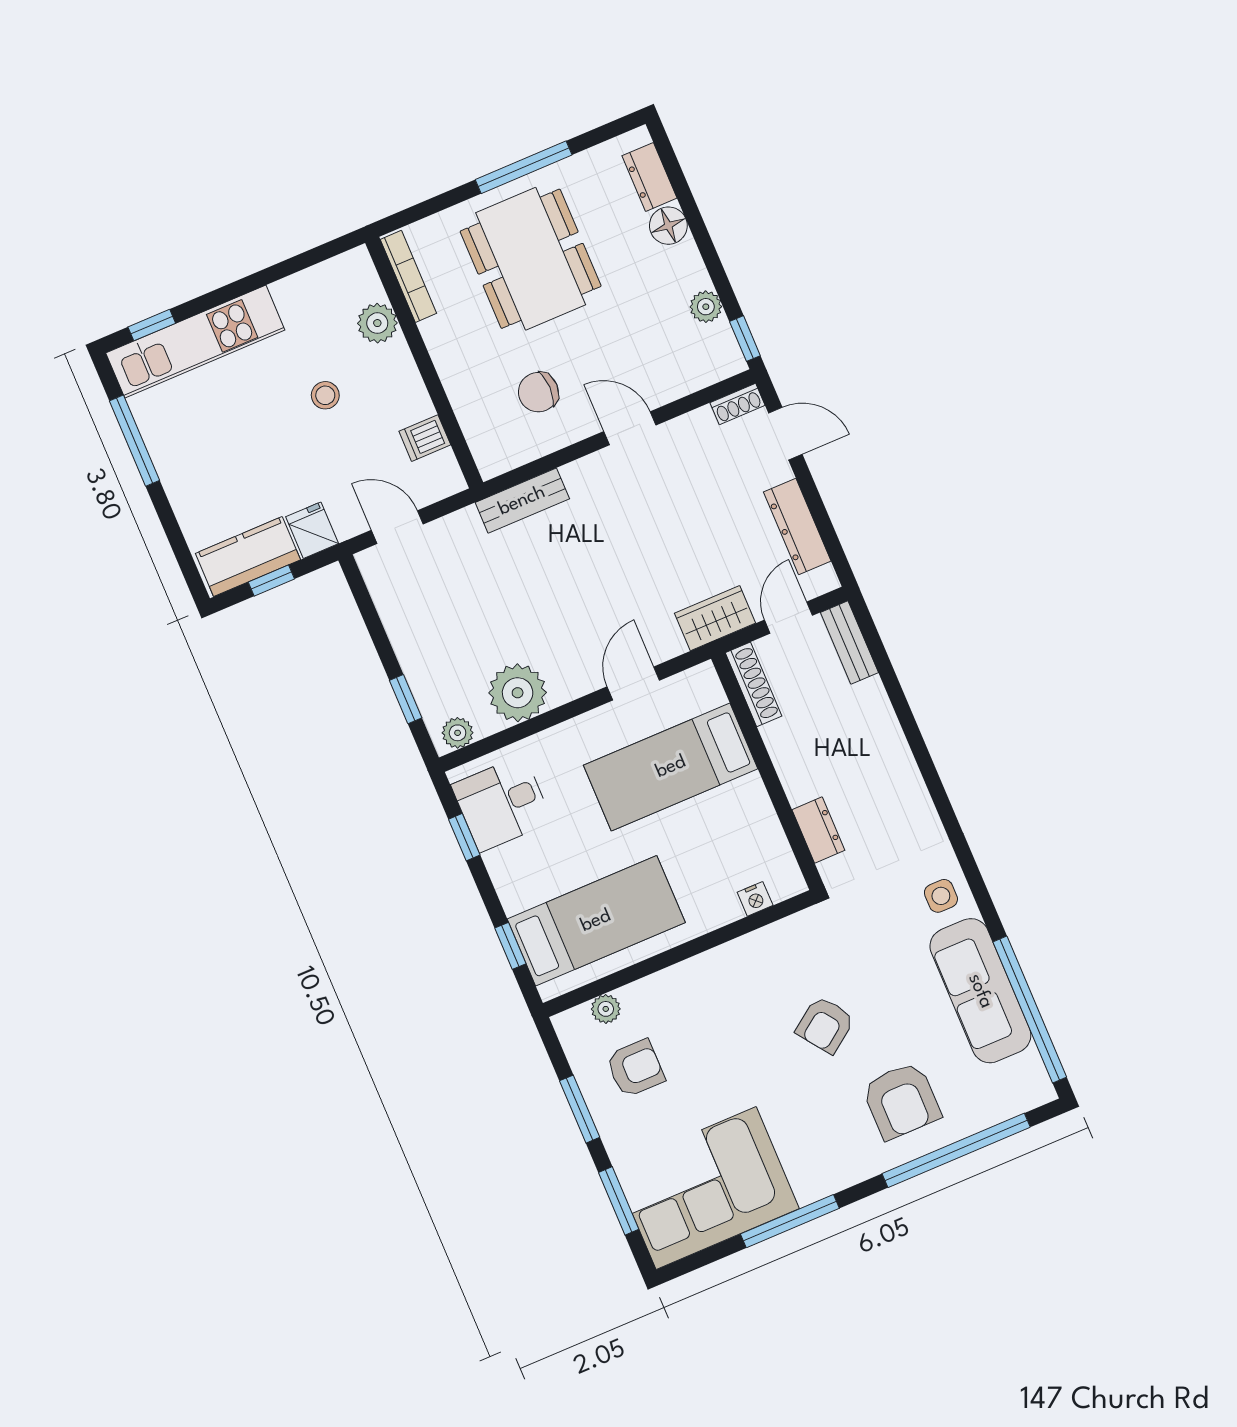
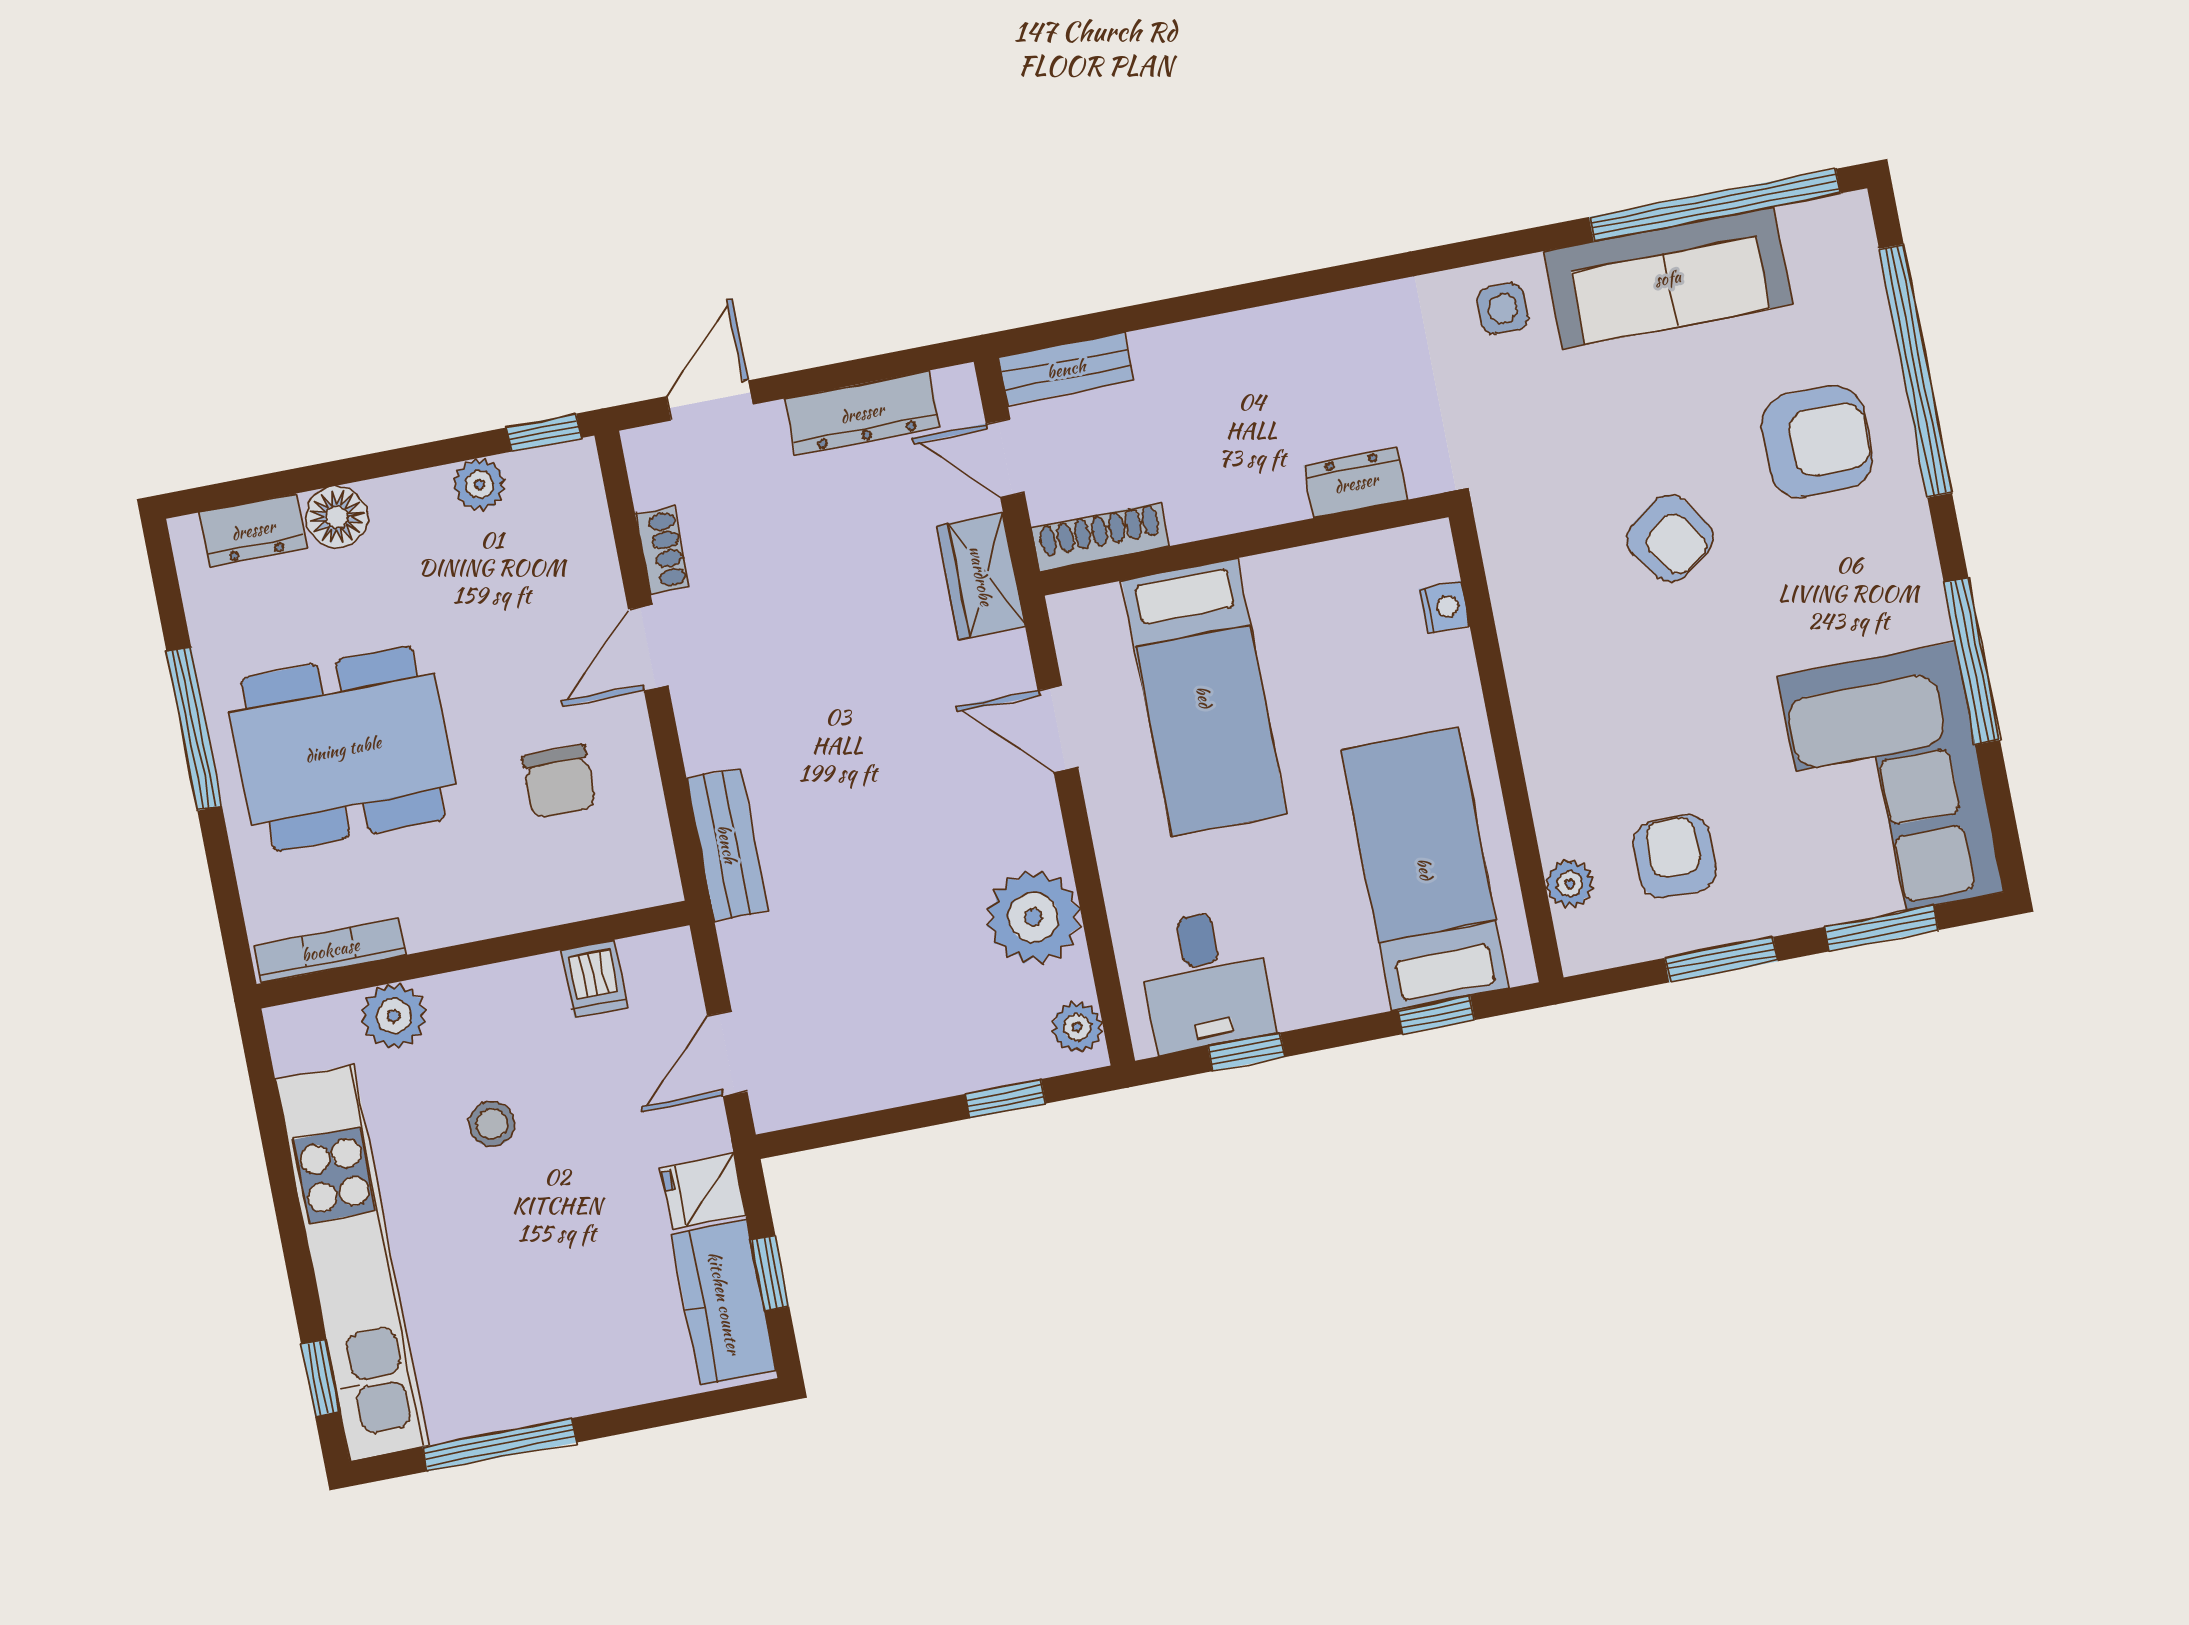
kitchen unit: (195, 342) -> (352, 1263), width x1.36
shoe rack: (737, 404) -> (662, 550), moved

